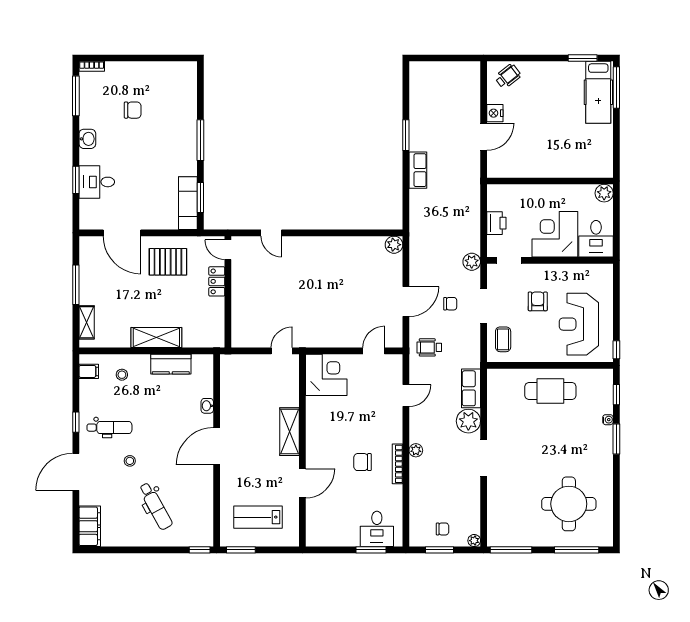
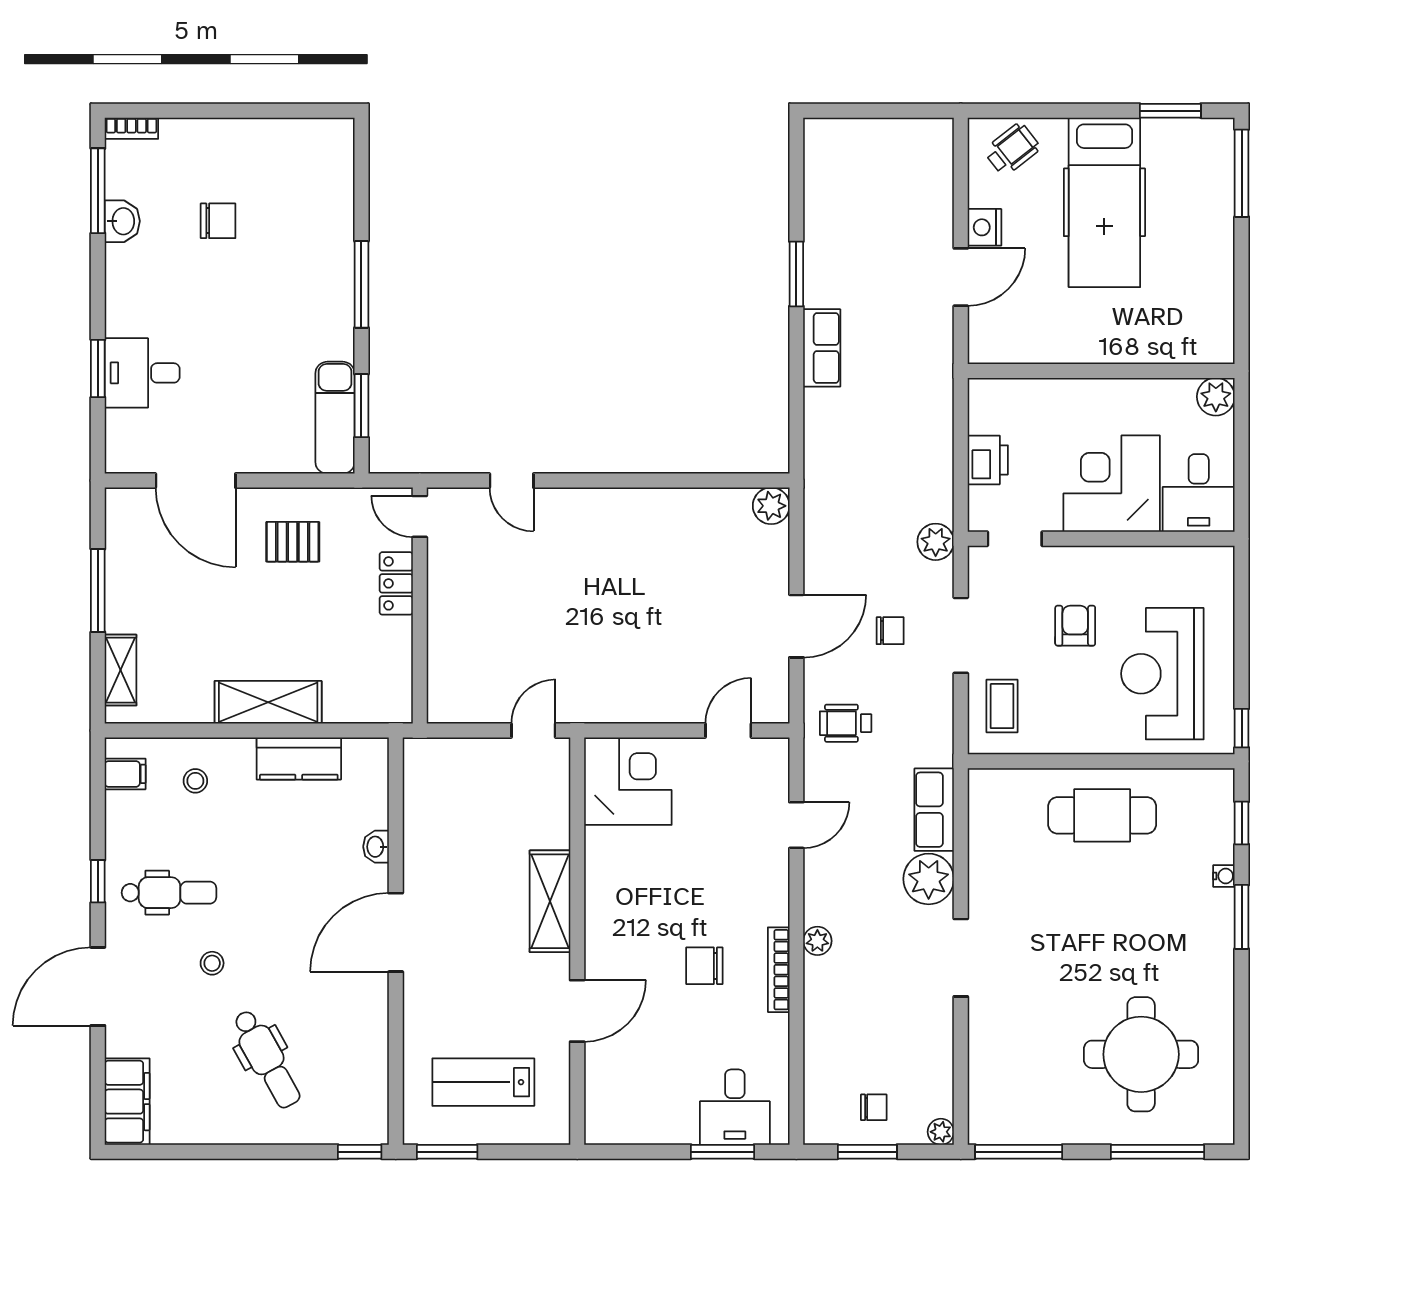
hospital bed: (598, 92) -> (1104, 202), moved, width x1.37, depth x1.29
washbasin: (87, 139) -> (122, 221), moved
pallet: (168, 262) -> (293, 542), width x0.67, depth x0.71

